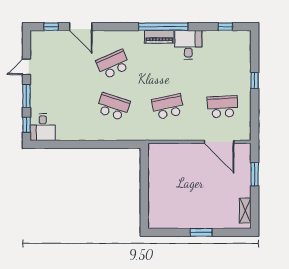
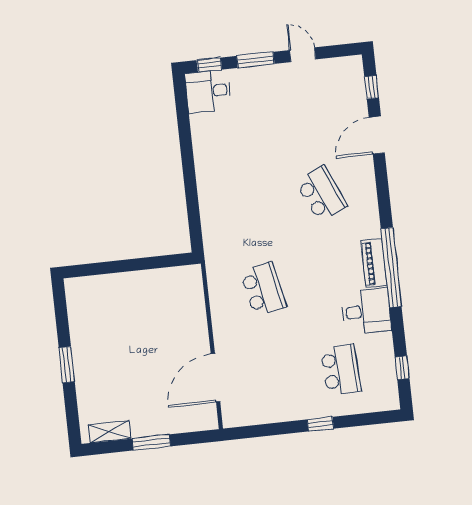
school desk: (113, 107) -> (254, 201), removed
school desk: (223, 107) -> (341, 370), moved
window: (255, 174) -> (151, 442), moved

